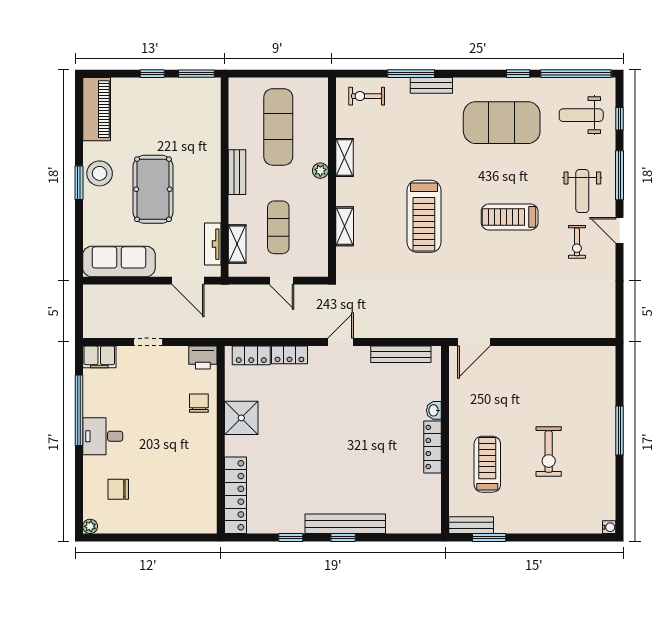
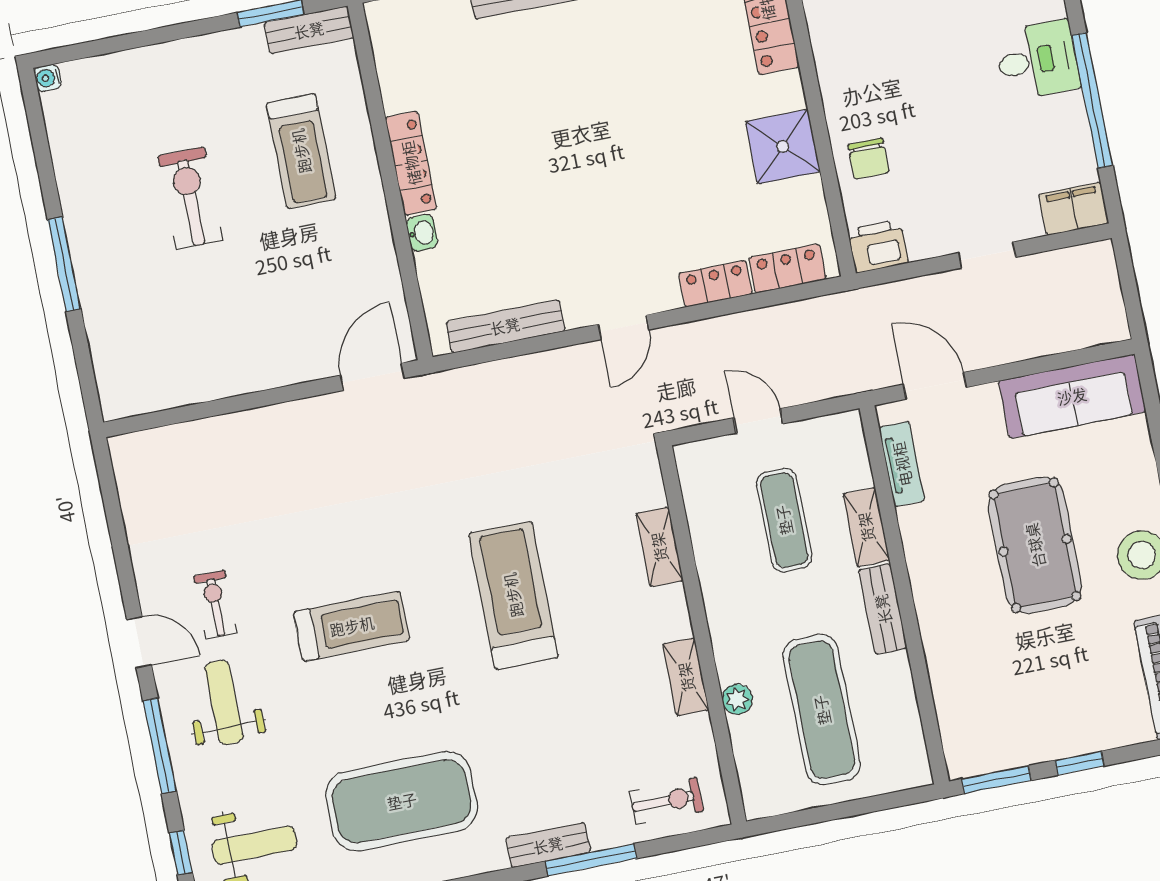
plant: (320, 171) -> (737, 699), moved
shelving: (237, 244) -> (866, 527), moved

